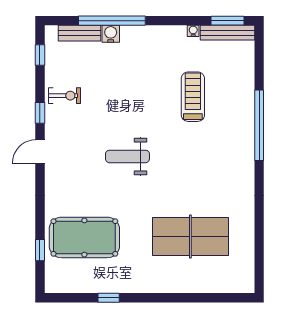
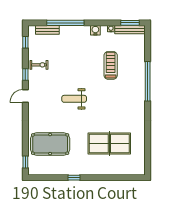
water cooler: (111, 34) -> (95, 30), moved
window: (40, 250) -> (25, 162), moved
window: (109, 298) -> (74, 178), moved

